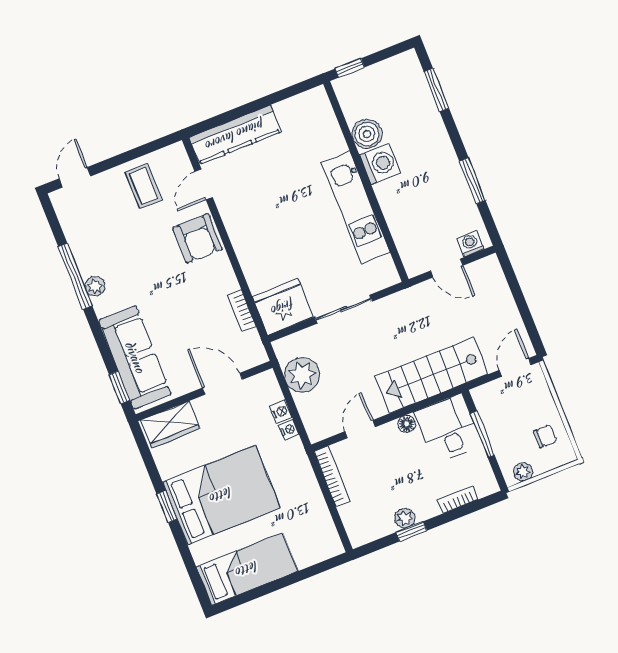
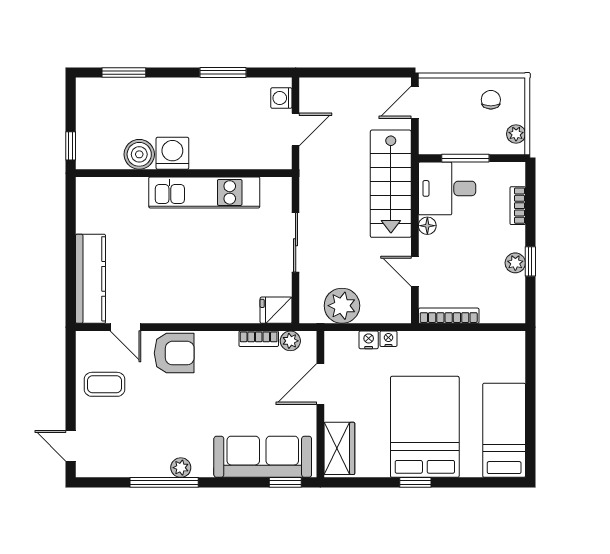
fridge: (283, 307) -> (276, 310), width x0.53, depth x0.75
plant: (251, 340) -> (290, 341), added
door: (515, 367) -> (415, 102), hinge flipped

